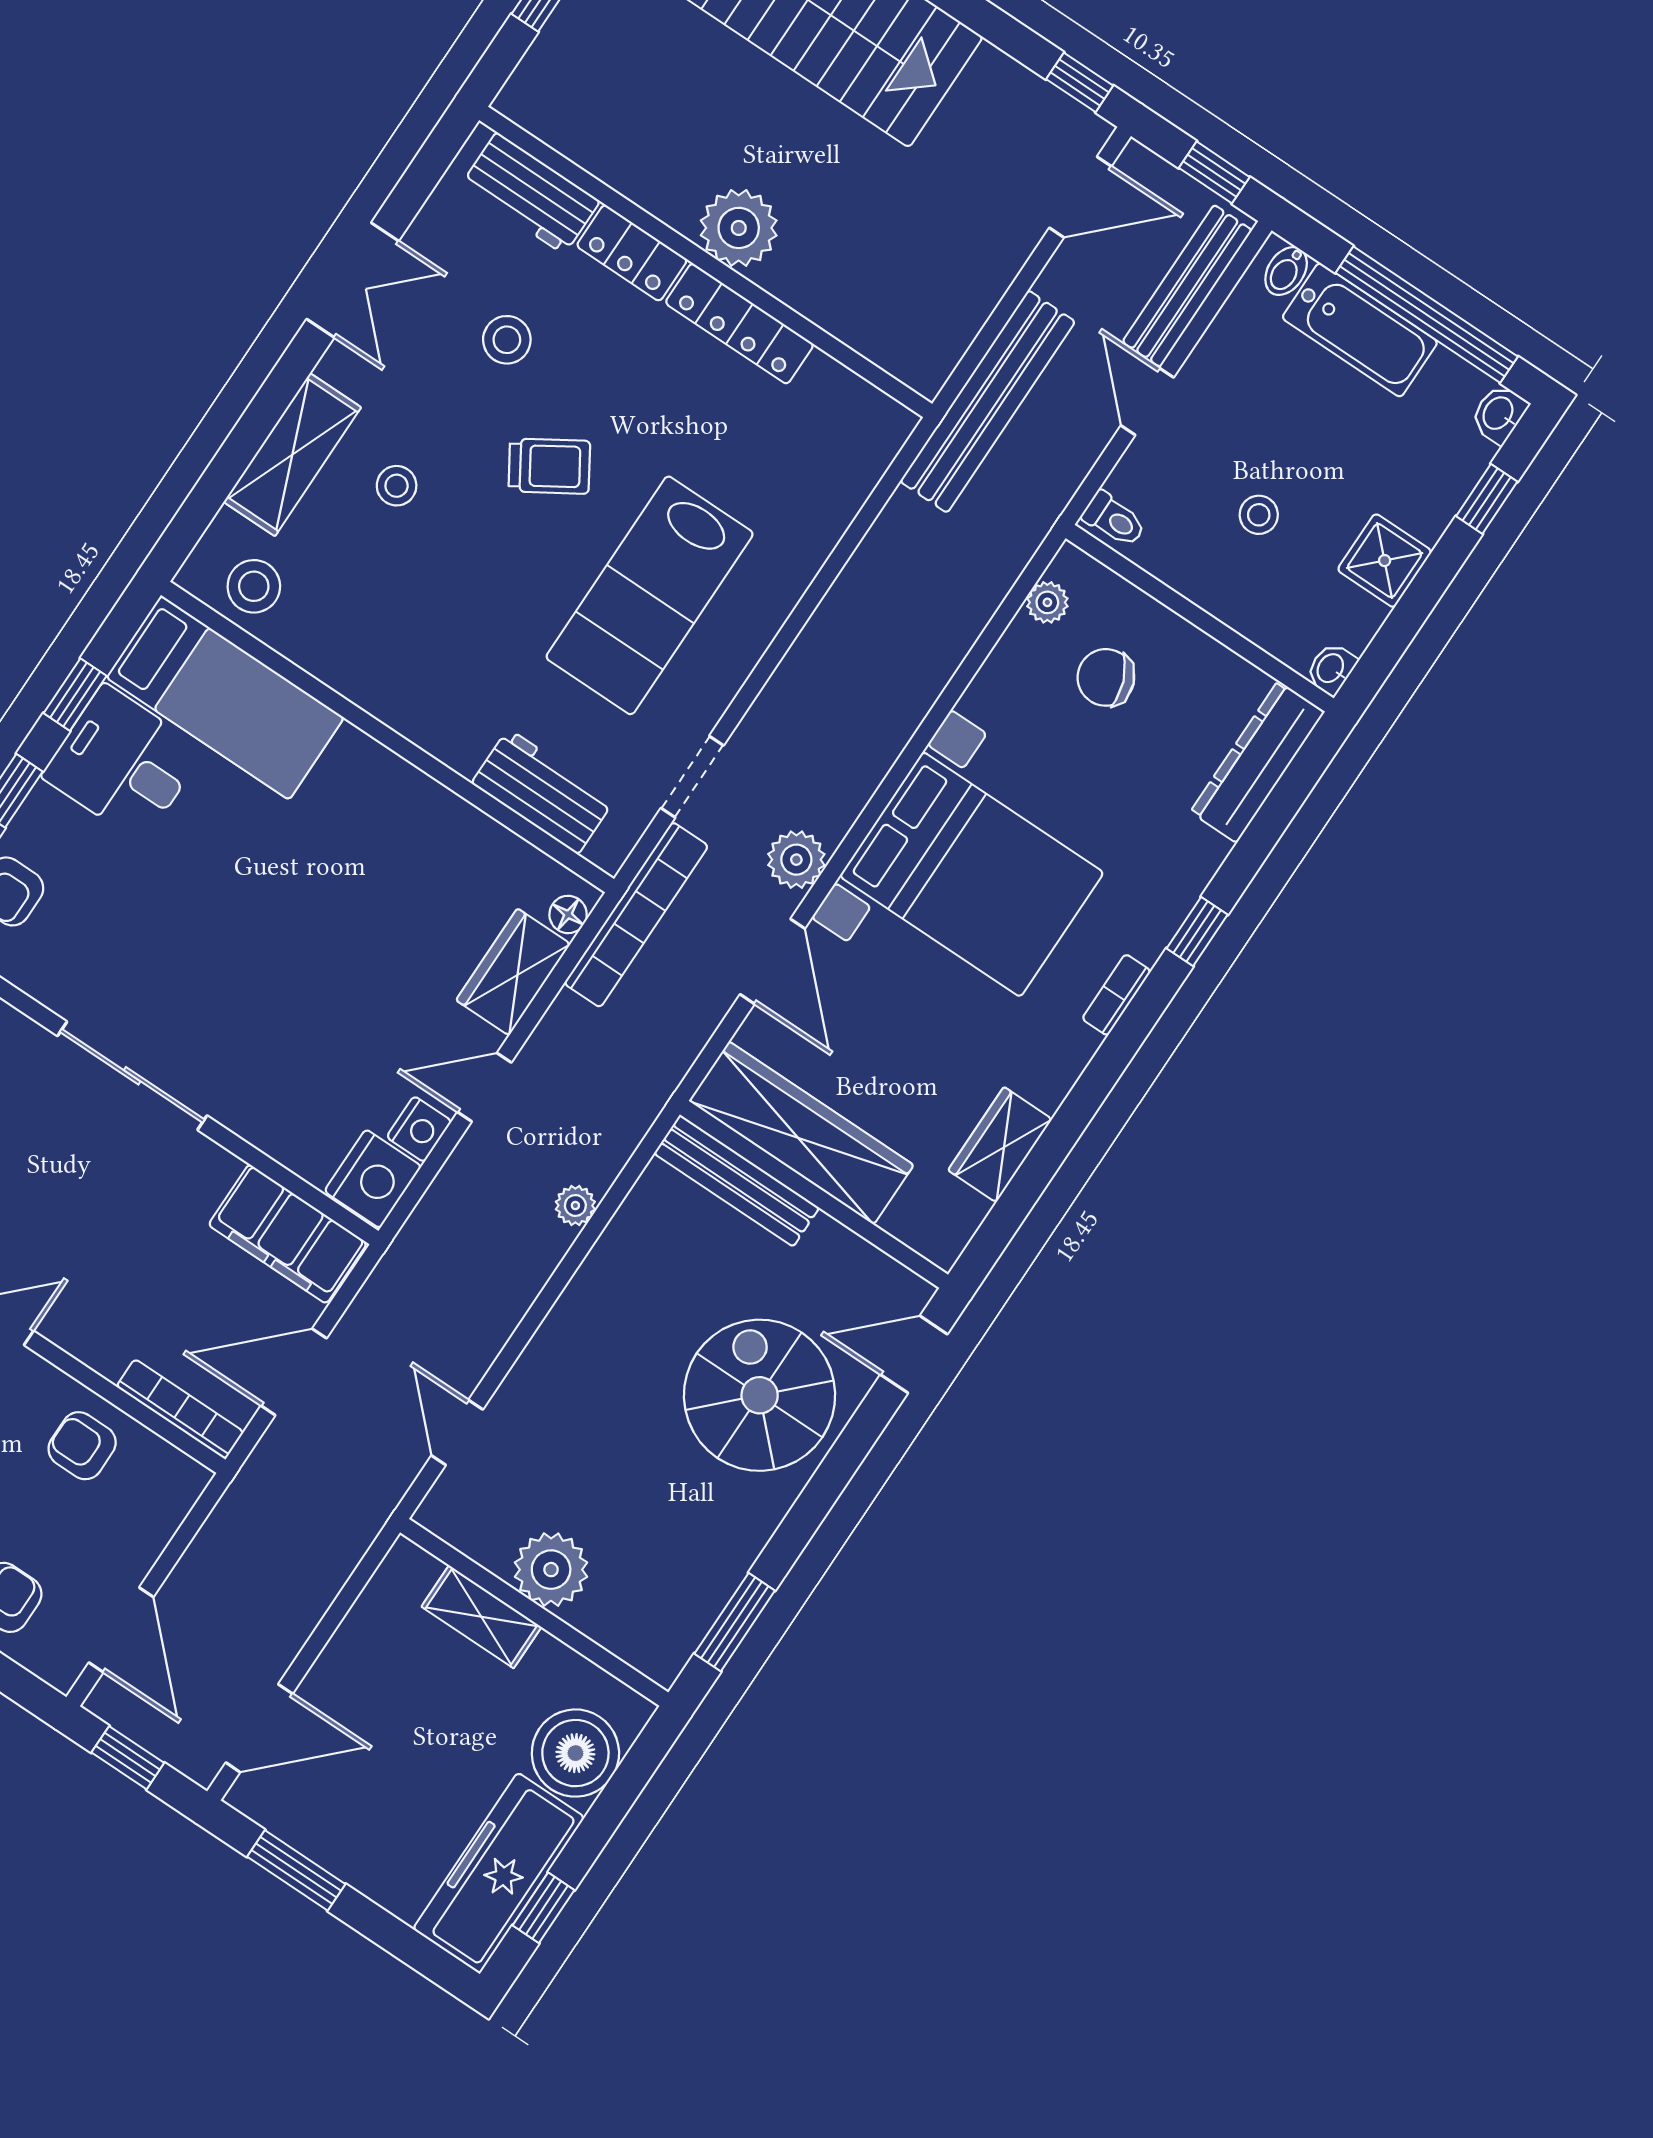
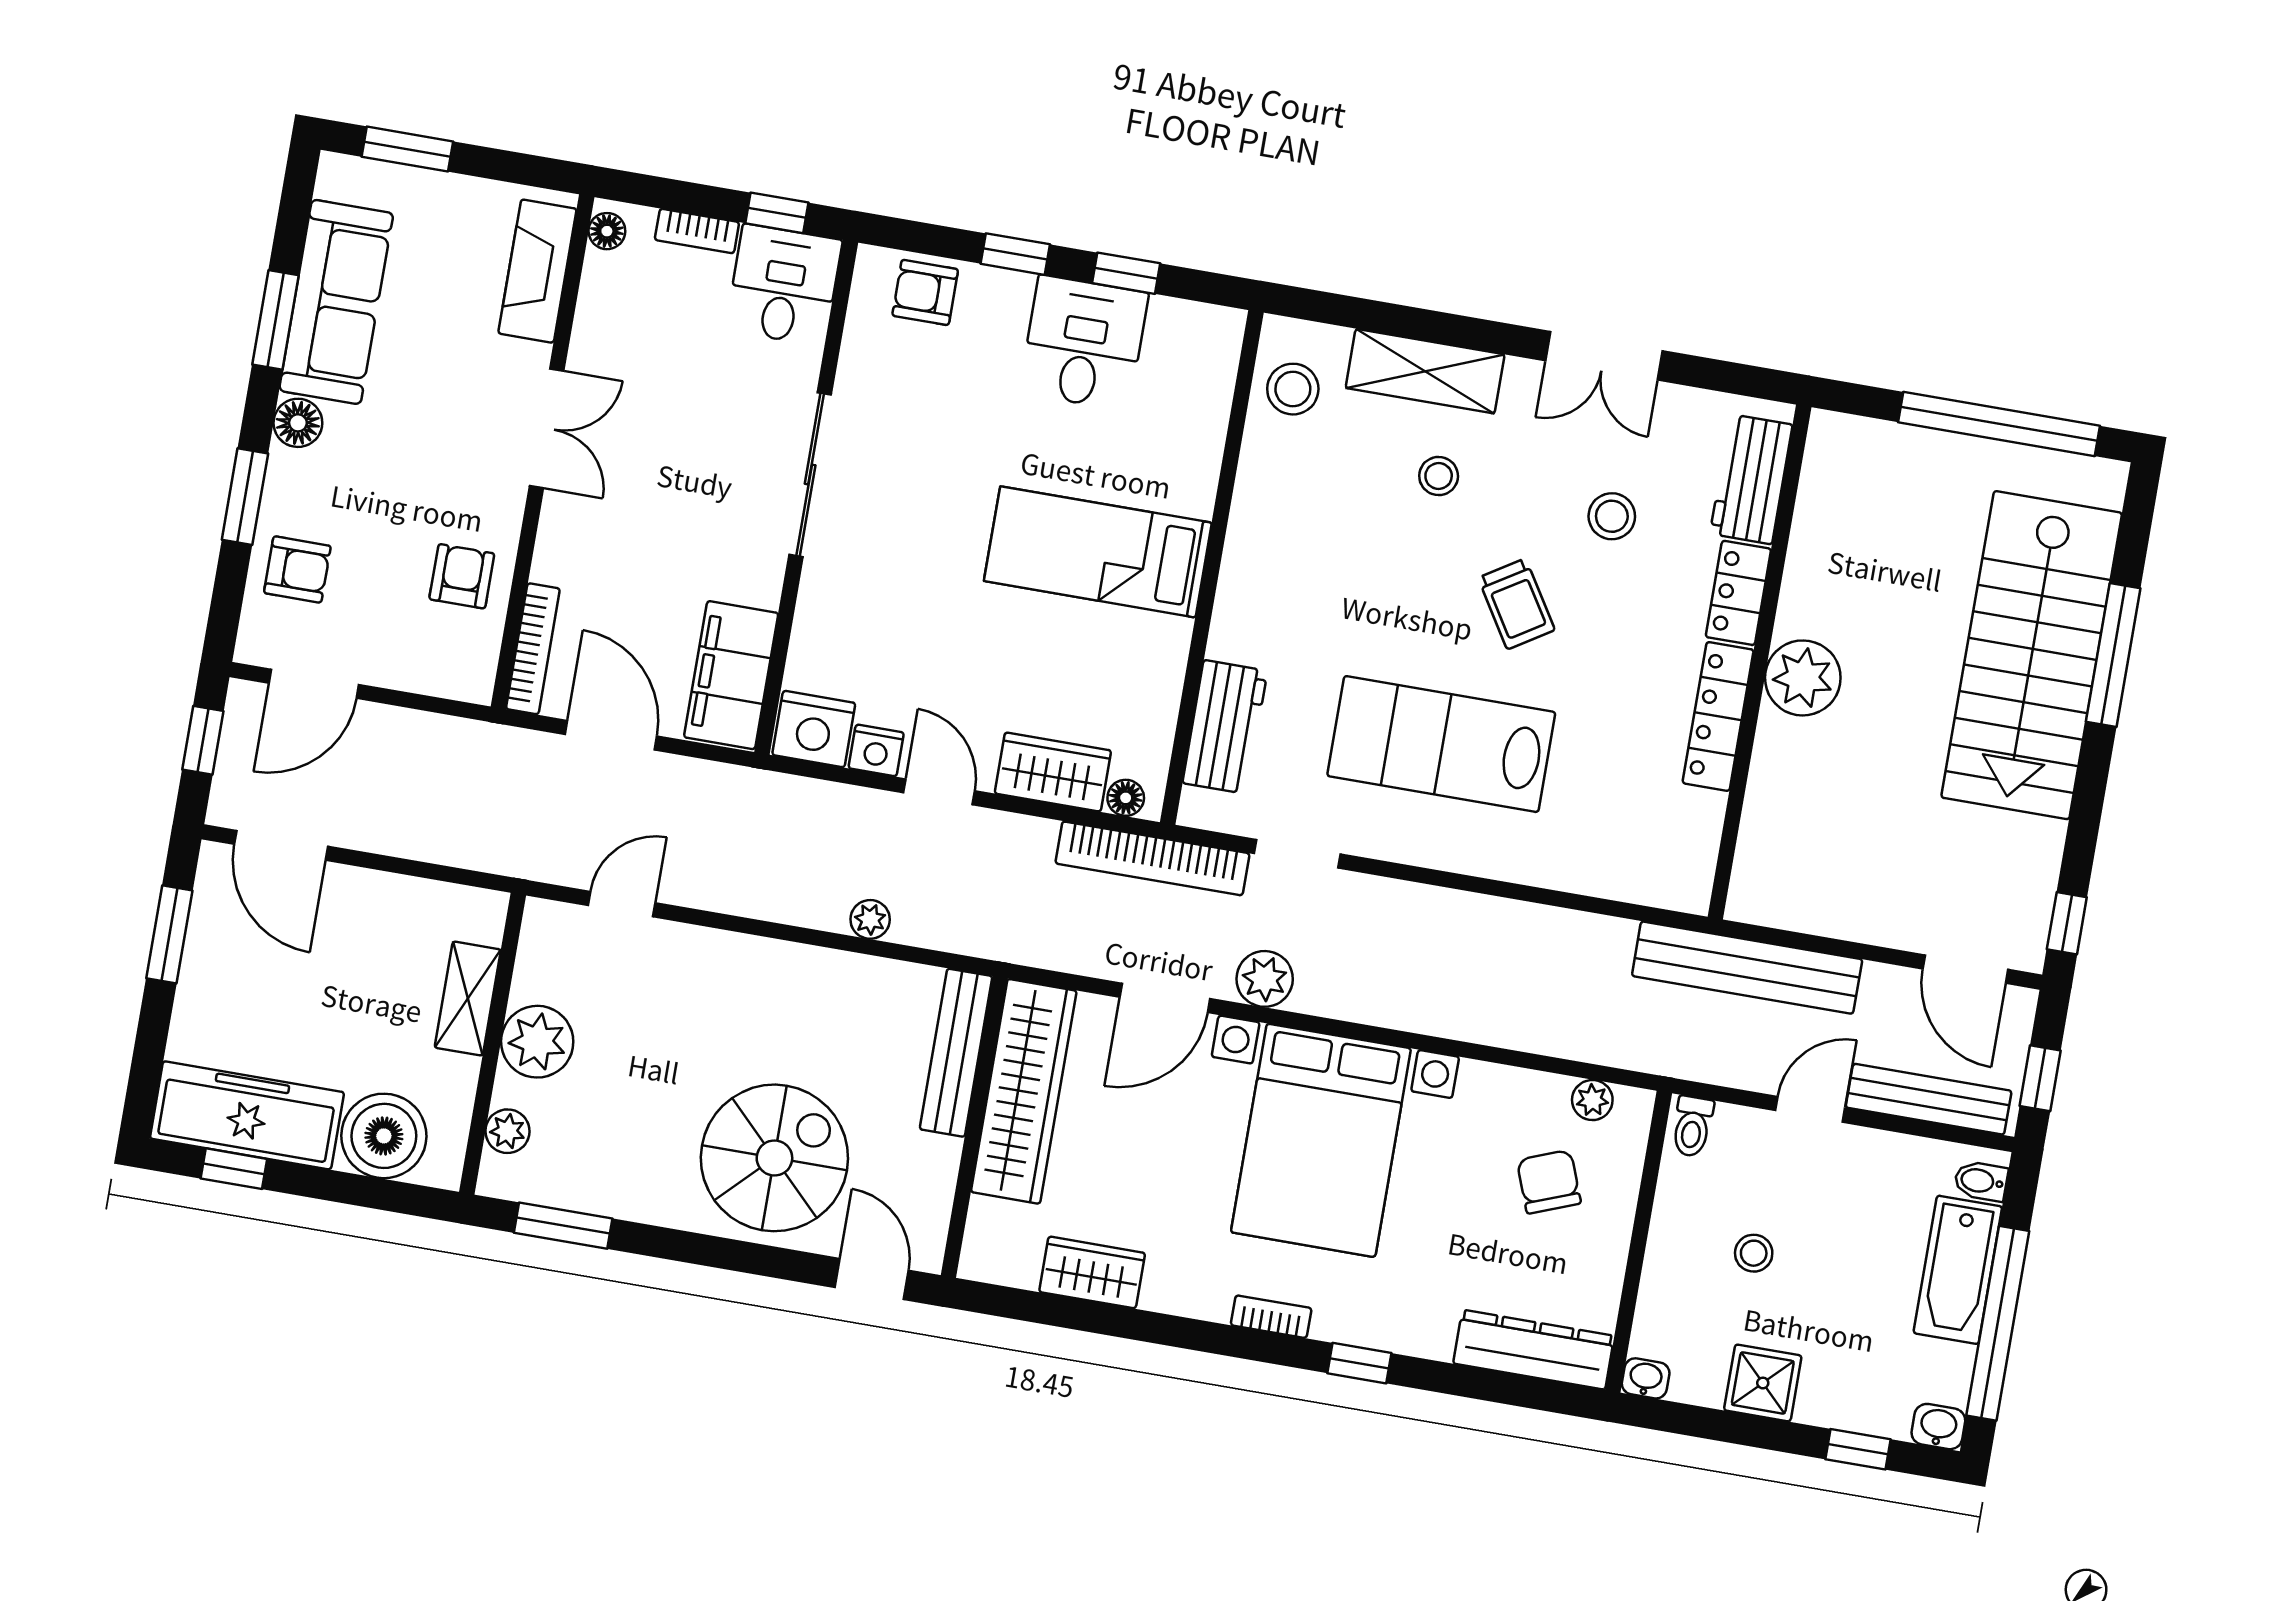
bed: (225, 698) -> (1098, 552), moved, turned 90
plant: (623, 1635) -> (507, 1131), added

